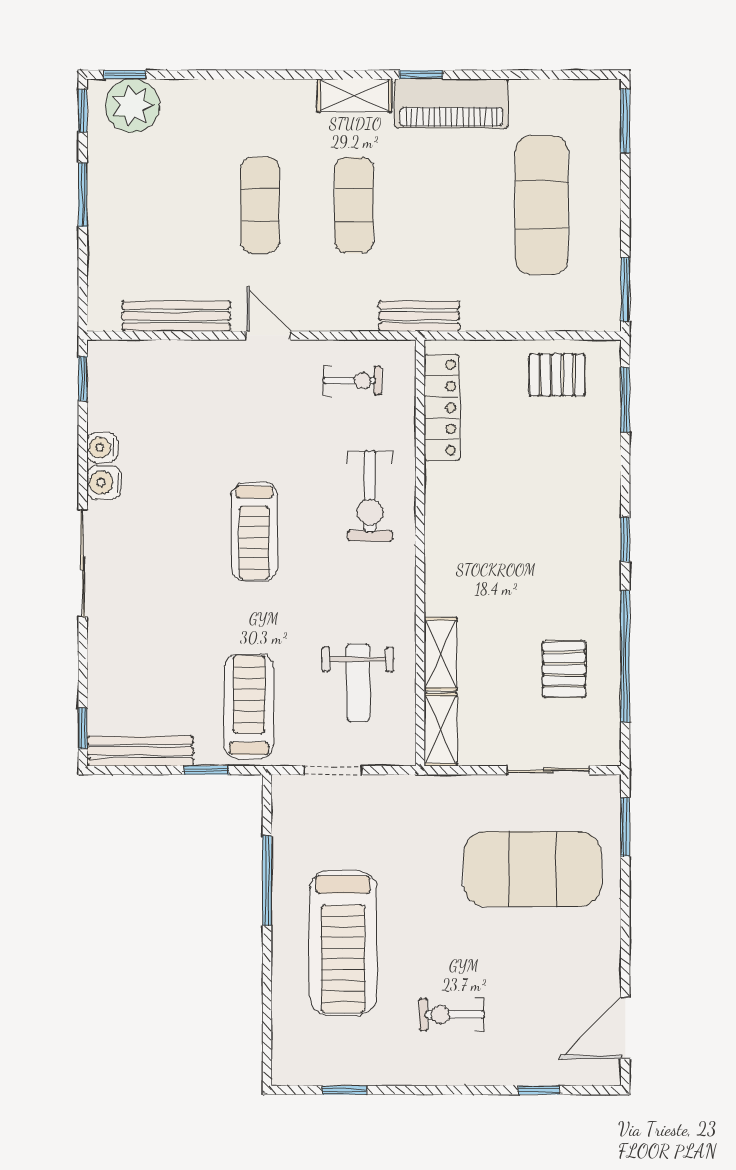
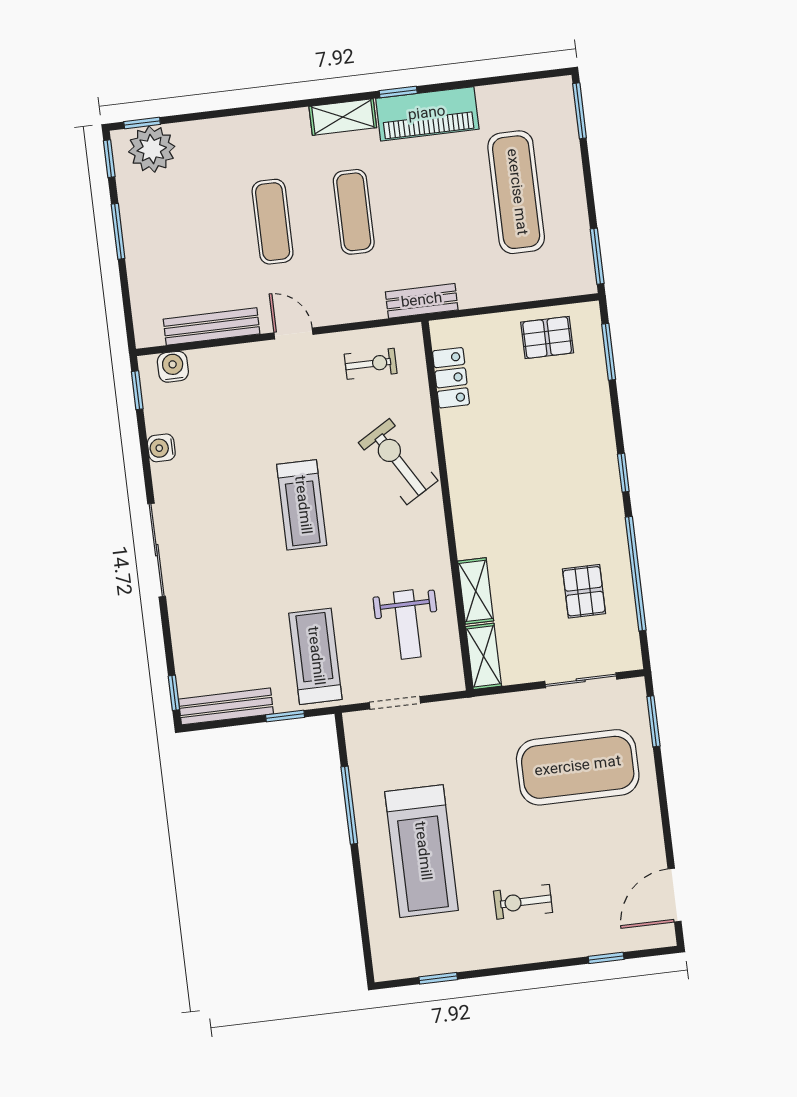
locker: (442, 408) -> (451, 378), width x0.66
water cooler: (104, 483) -> (173, 367), moved, turned 90
exercise bike: (370, 496) -> (398, 462), turned 149

